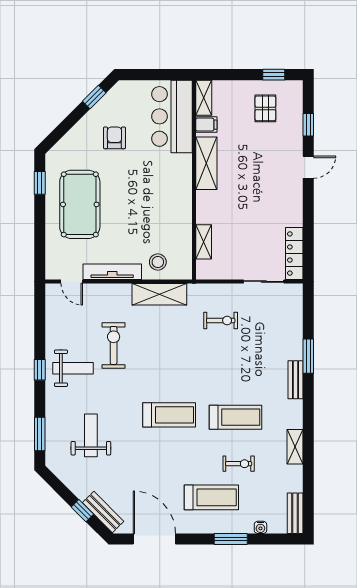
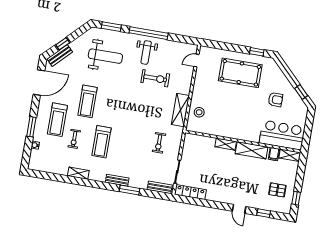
shelving: (204, 242) -> (226, 144), moved
tv unit: (112, 272) -> (198, 85), removed
window: (40, 370) -> (149, 33), width x3.17
treadmill: (169, 415) -> (87, 101), moved
weight bench: (91, 435) -> (105, 56), width x1.36, depth x1.33
bench: (295, 513) -> (160, 187), moved

